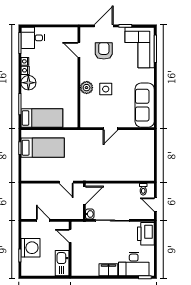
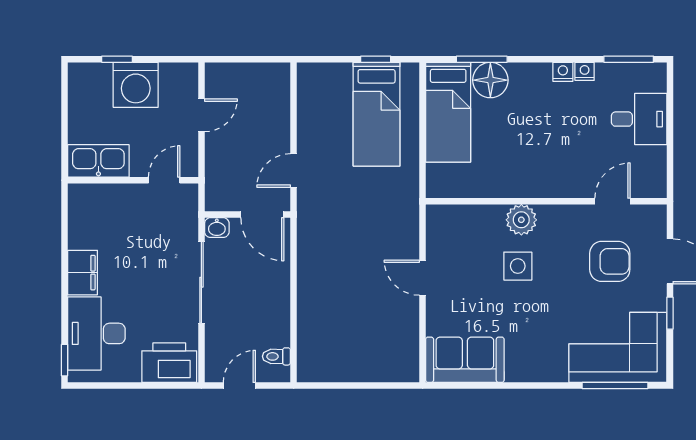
desk: (33, 38) -> (639, 119), moved, turned 90
floor lamp: (28, 83) -> (490, 80), moved
sofa: (145, 105) -> (465, 360), width x0.73

